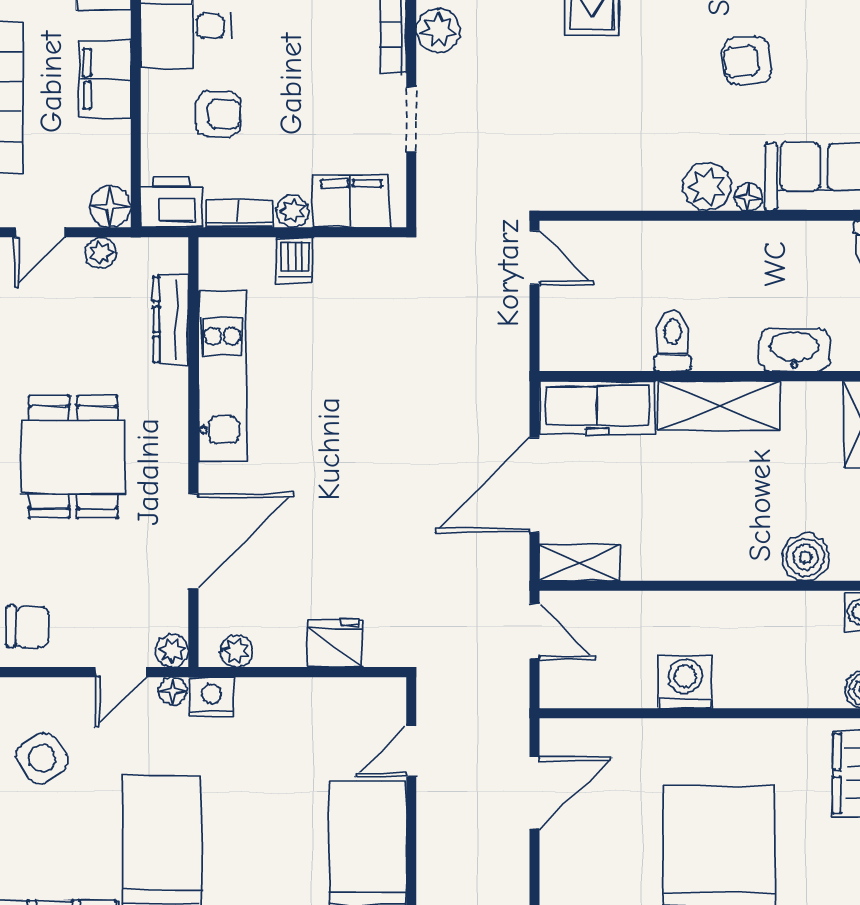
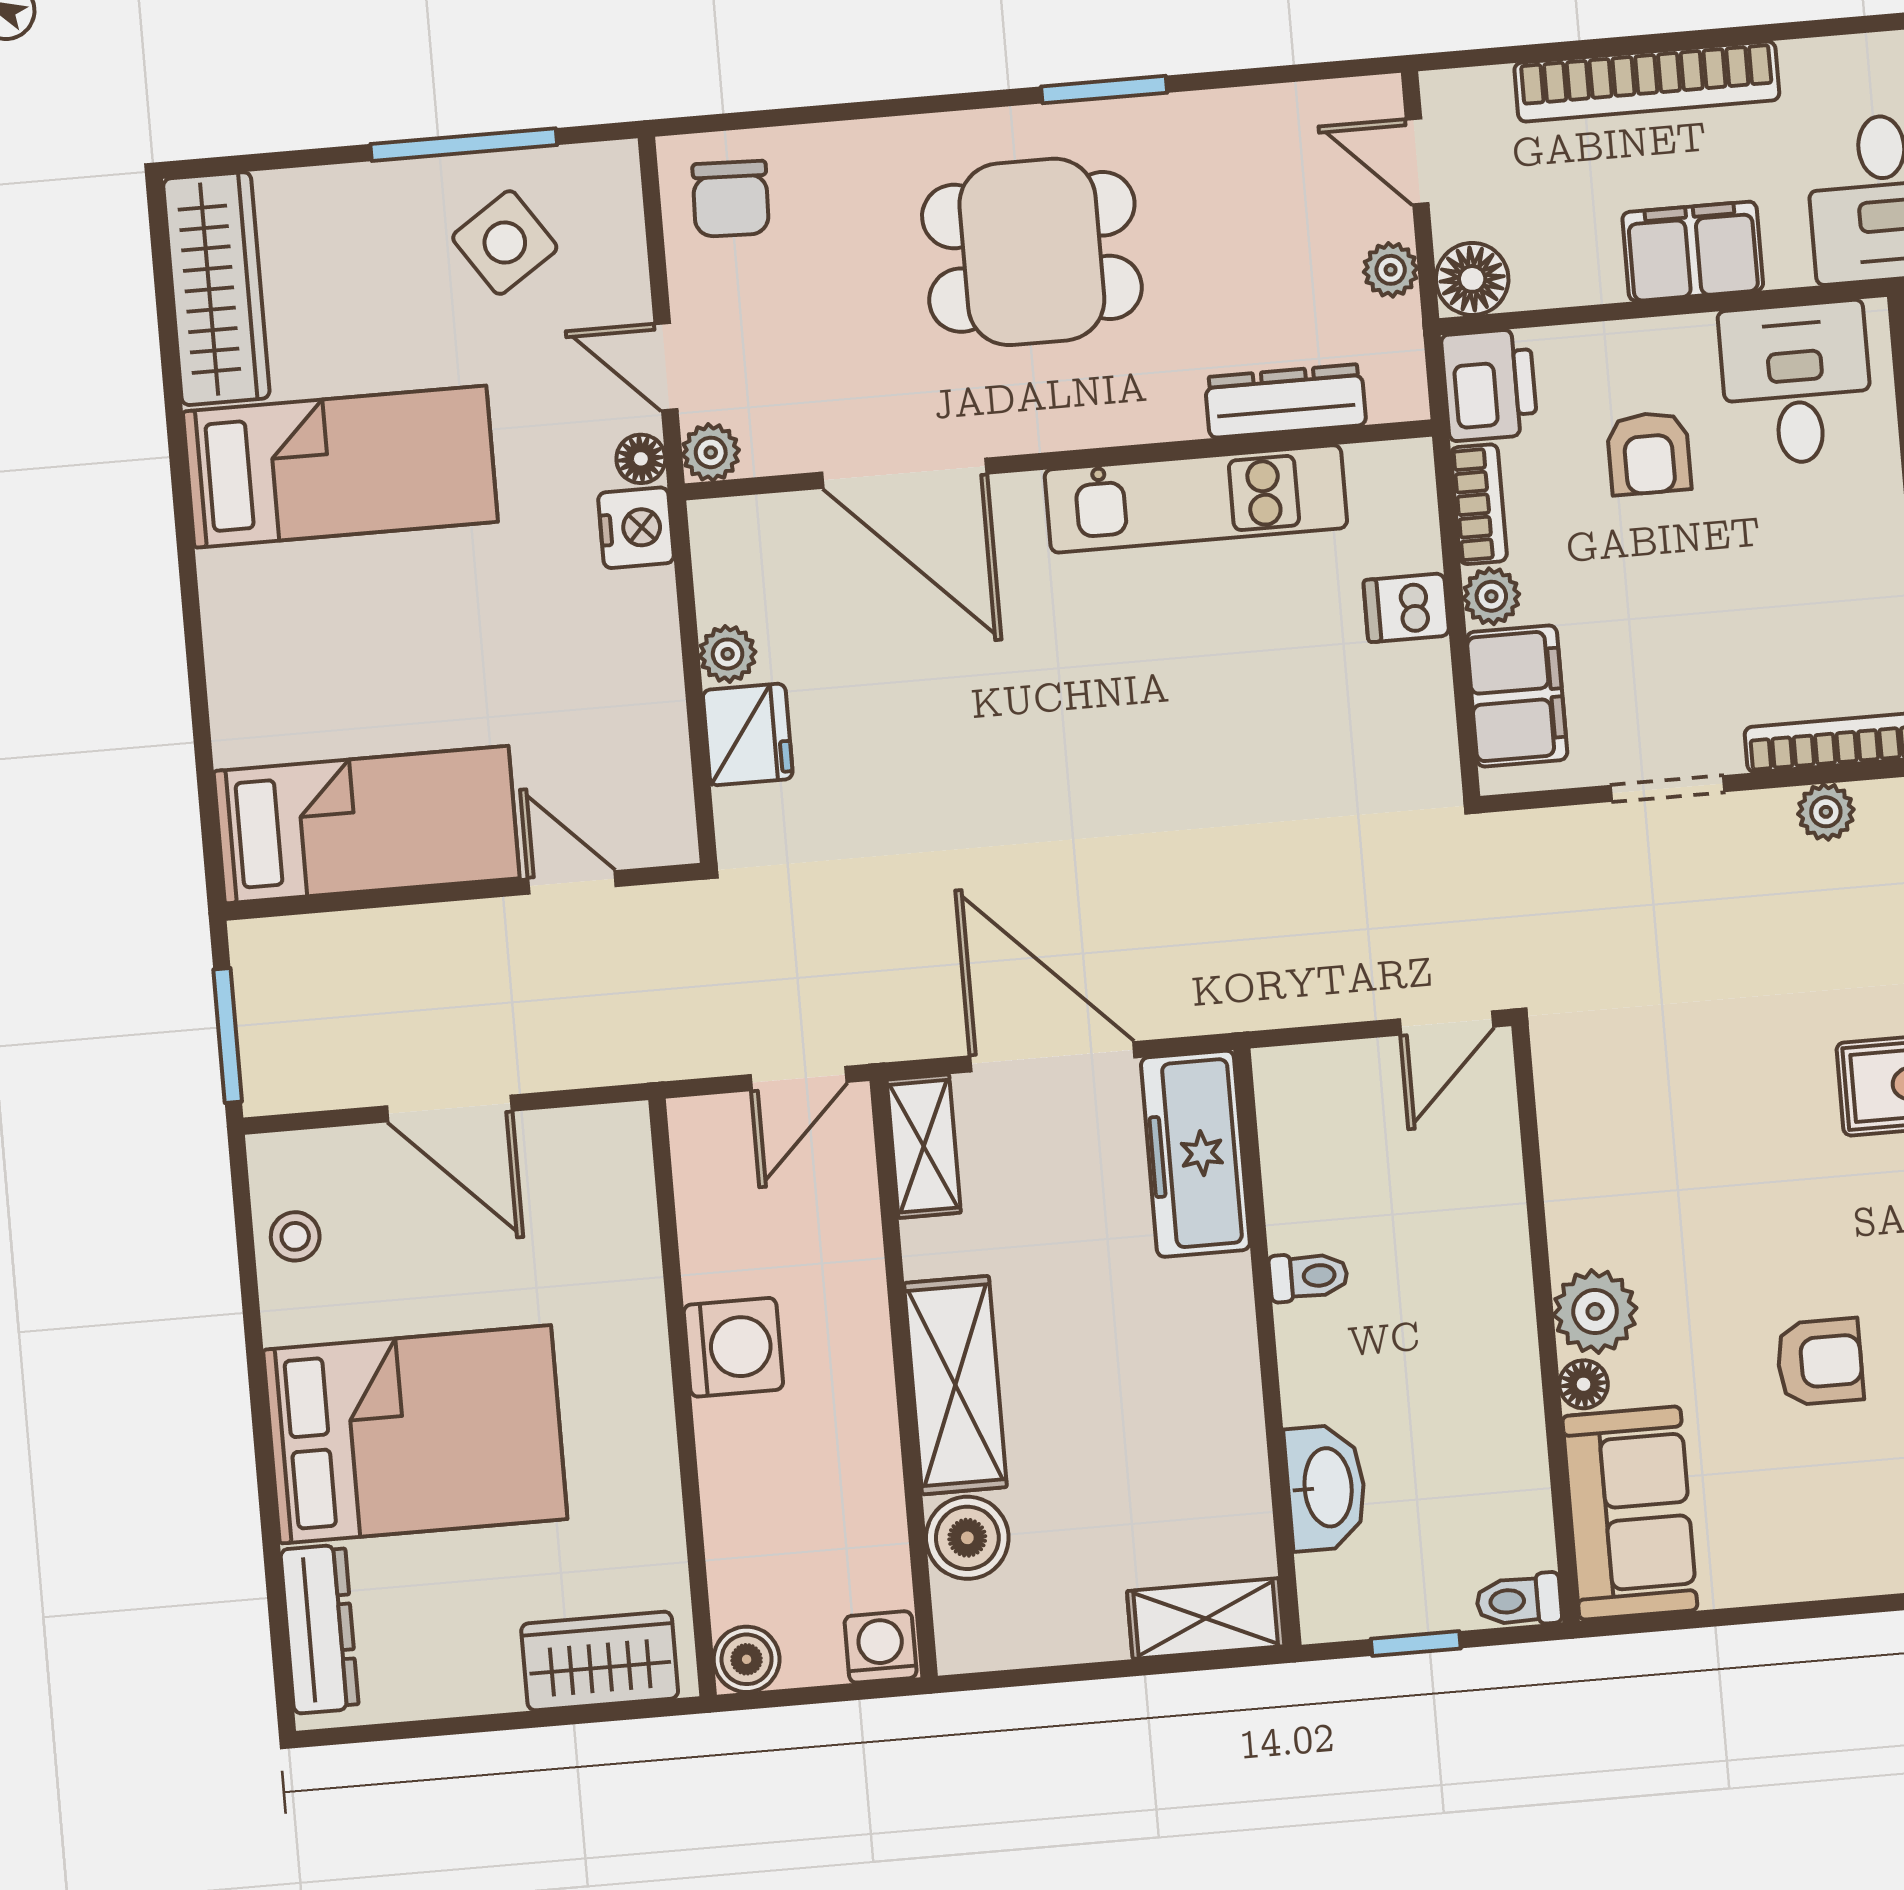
plant: (438, 30) -> (1826, 812), width x0.73, depth x0.73
armchair: (747, 61) -> (1820, 1362), turned 97
toilet: (673, 341) -> (1308, 1276), width x0.73, depth x0.72
shelving: (719, 405) -> (955, 1385), moved
plant: (236, 651) -> (728, 654), moved
door: (535, 793) -> (449, 1108), moved

